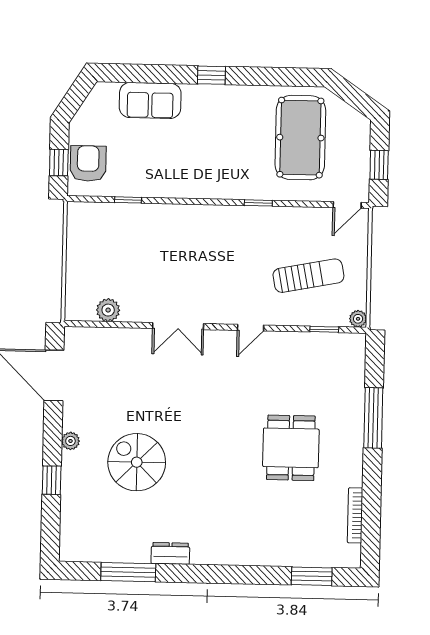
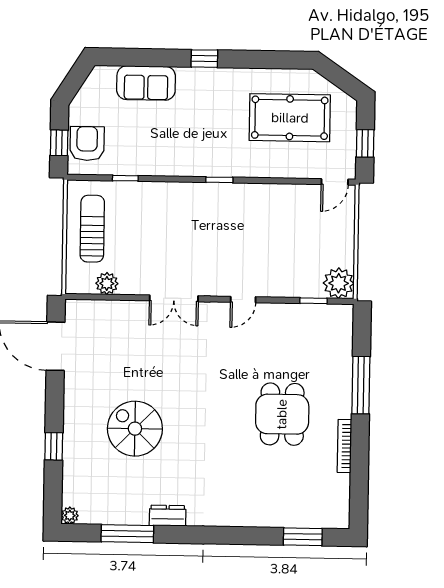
pool table: (300, 138) -> (290, 118), turned 90
window: (258, 203) -> (219, 180), moved
sun lounger: (308, 276) -> (92, 229), moved, turned -79
plant: (358, 319) -> (339, 283), width x1.88, depth x1.88
plant: (70, 441) -> (70, 515), moved
bookcase: (355, 515) -> (344, 446), moved

